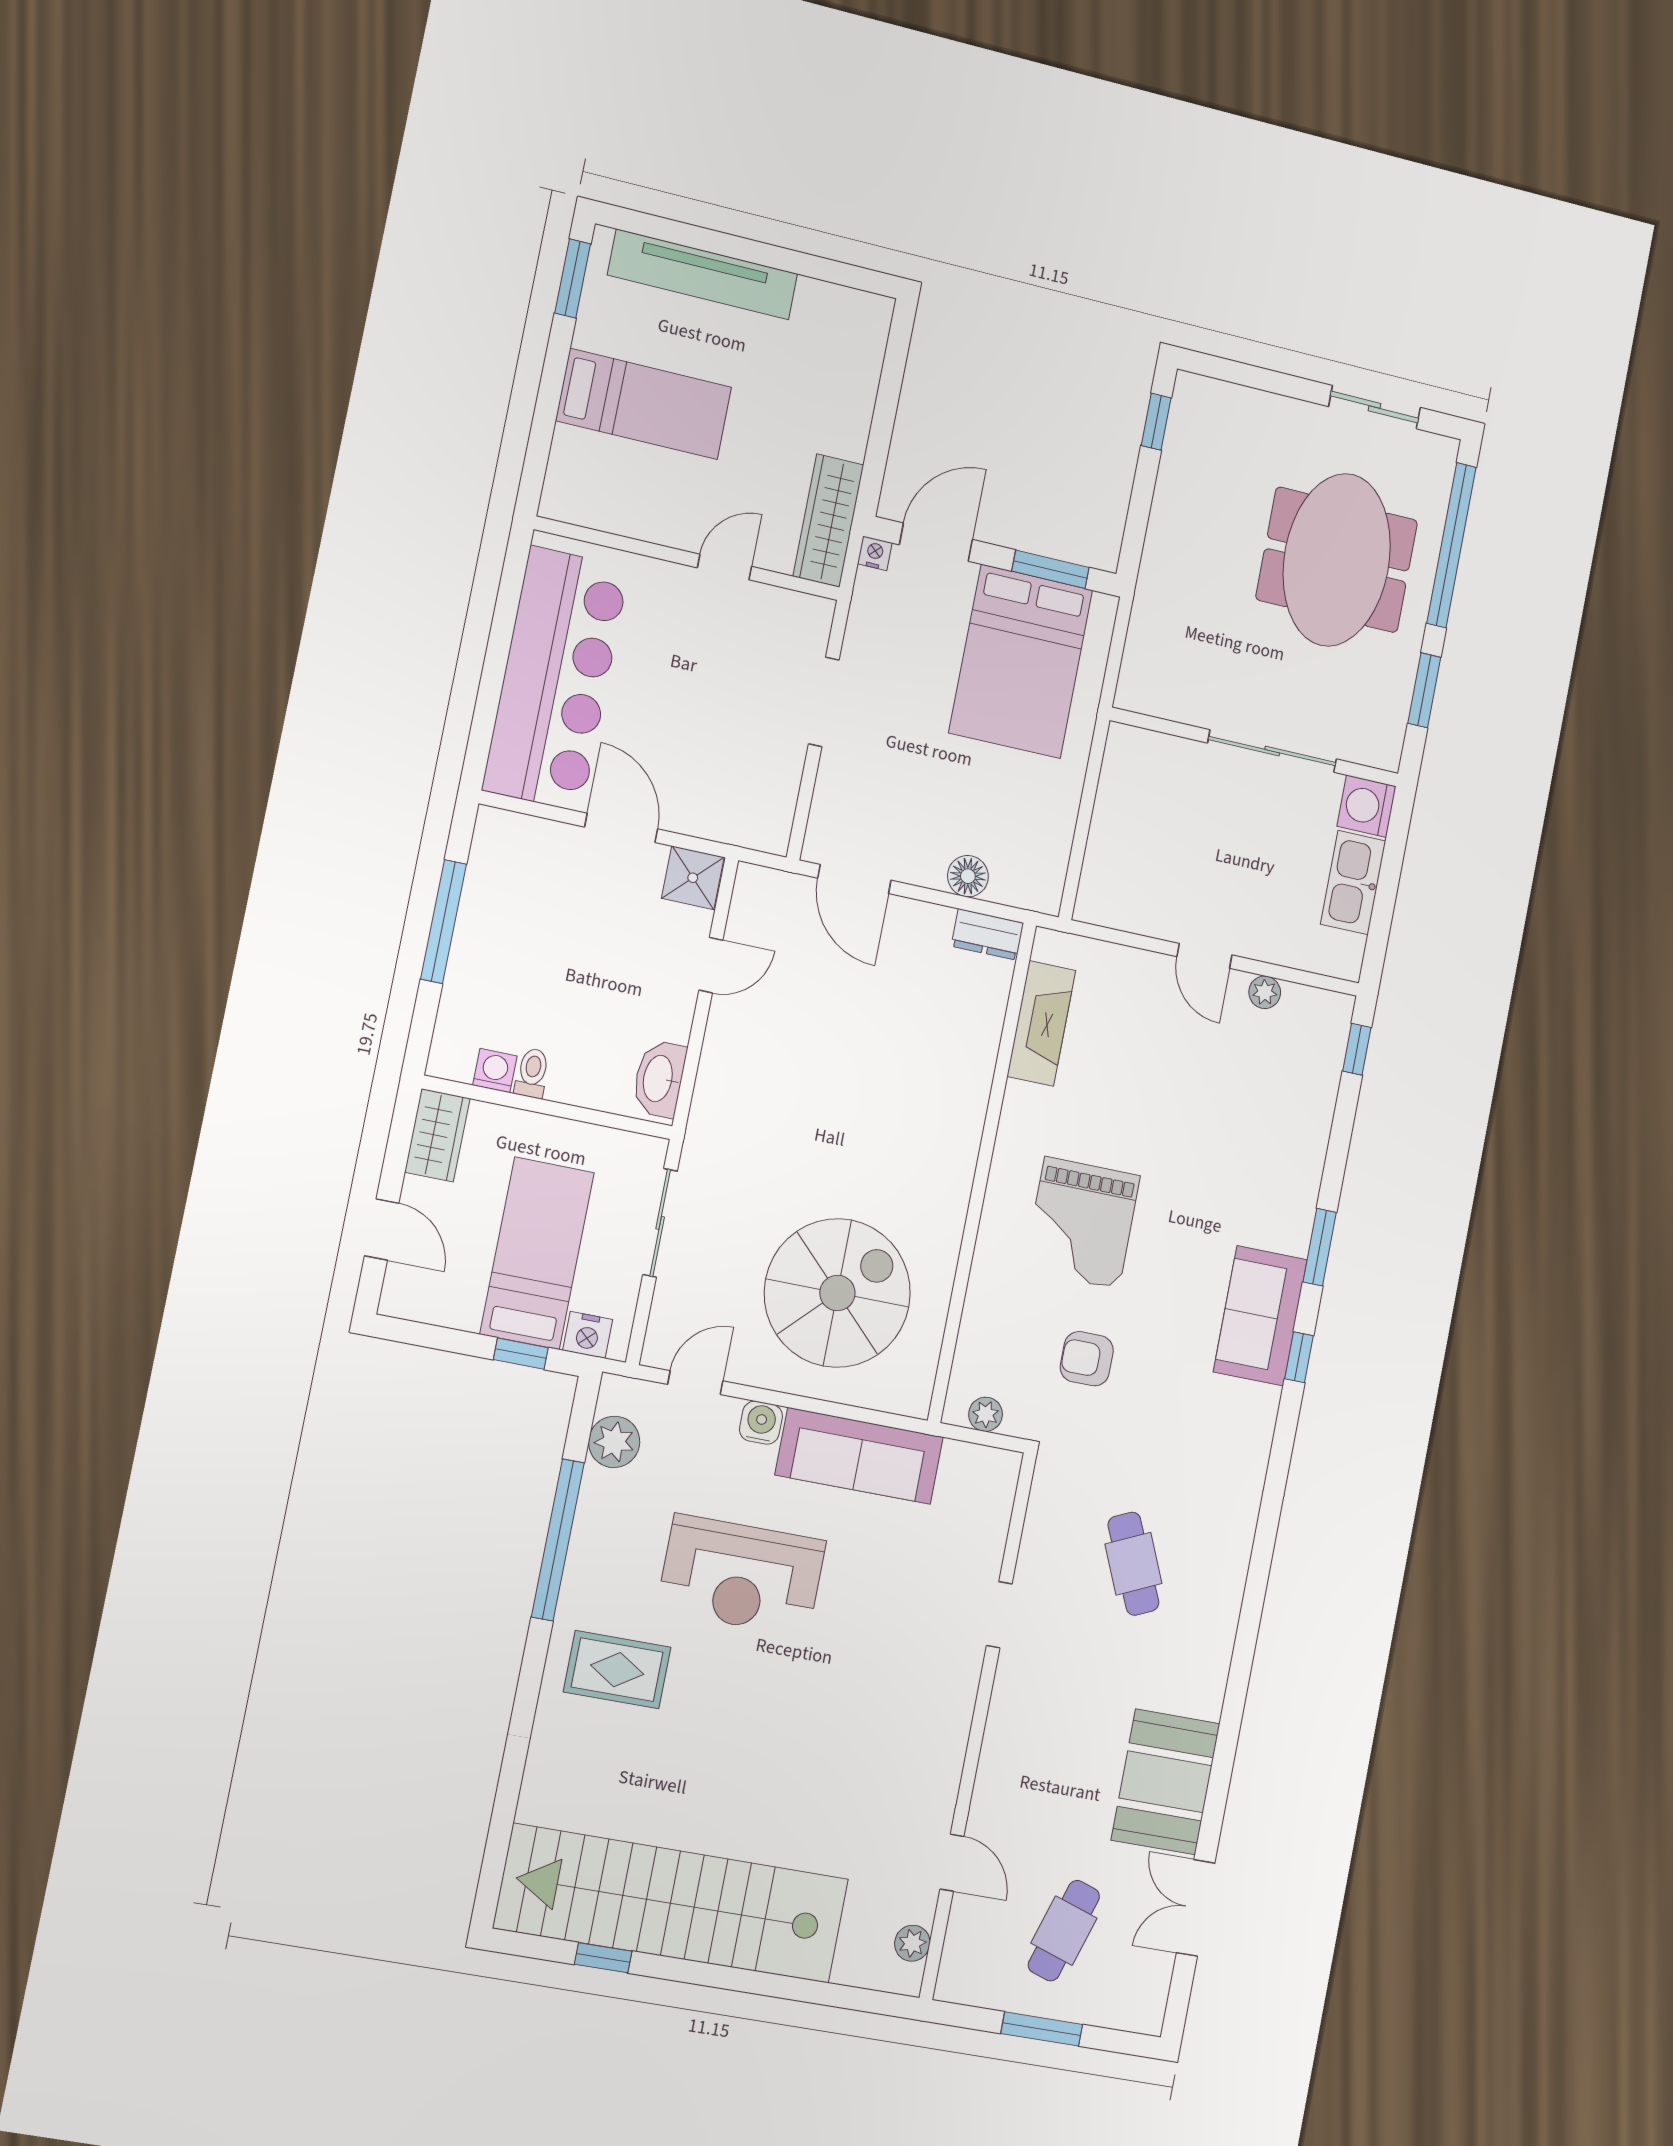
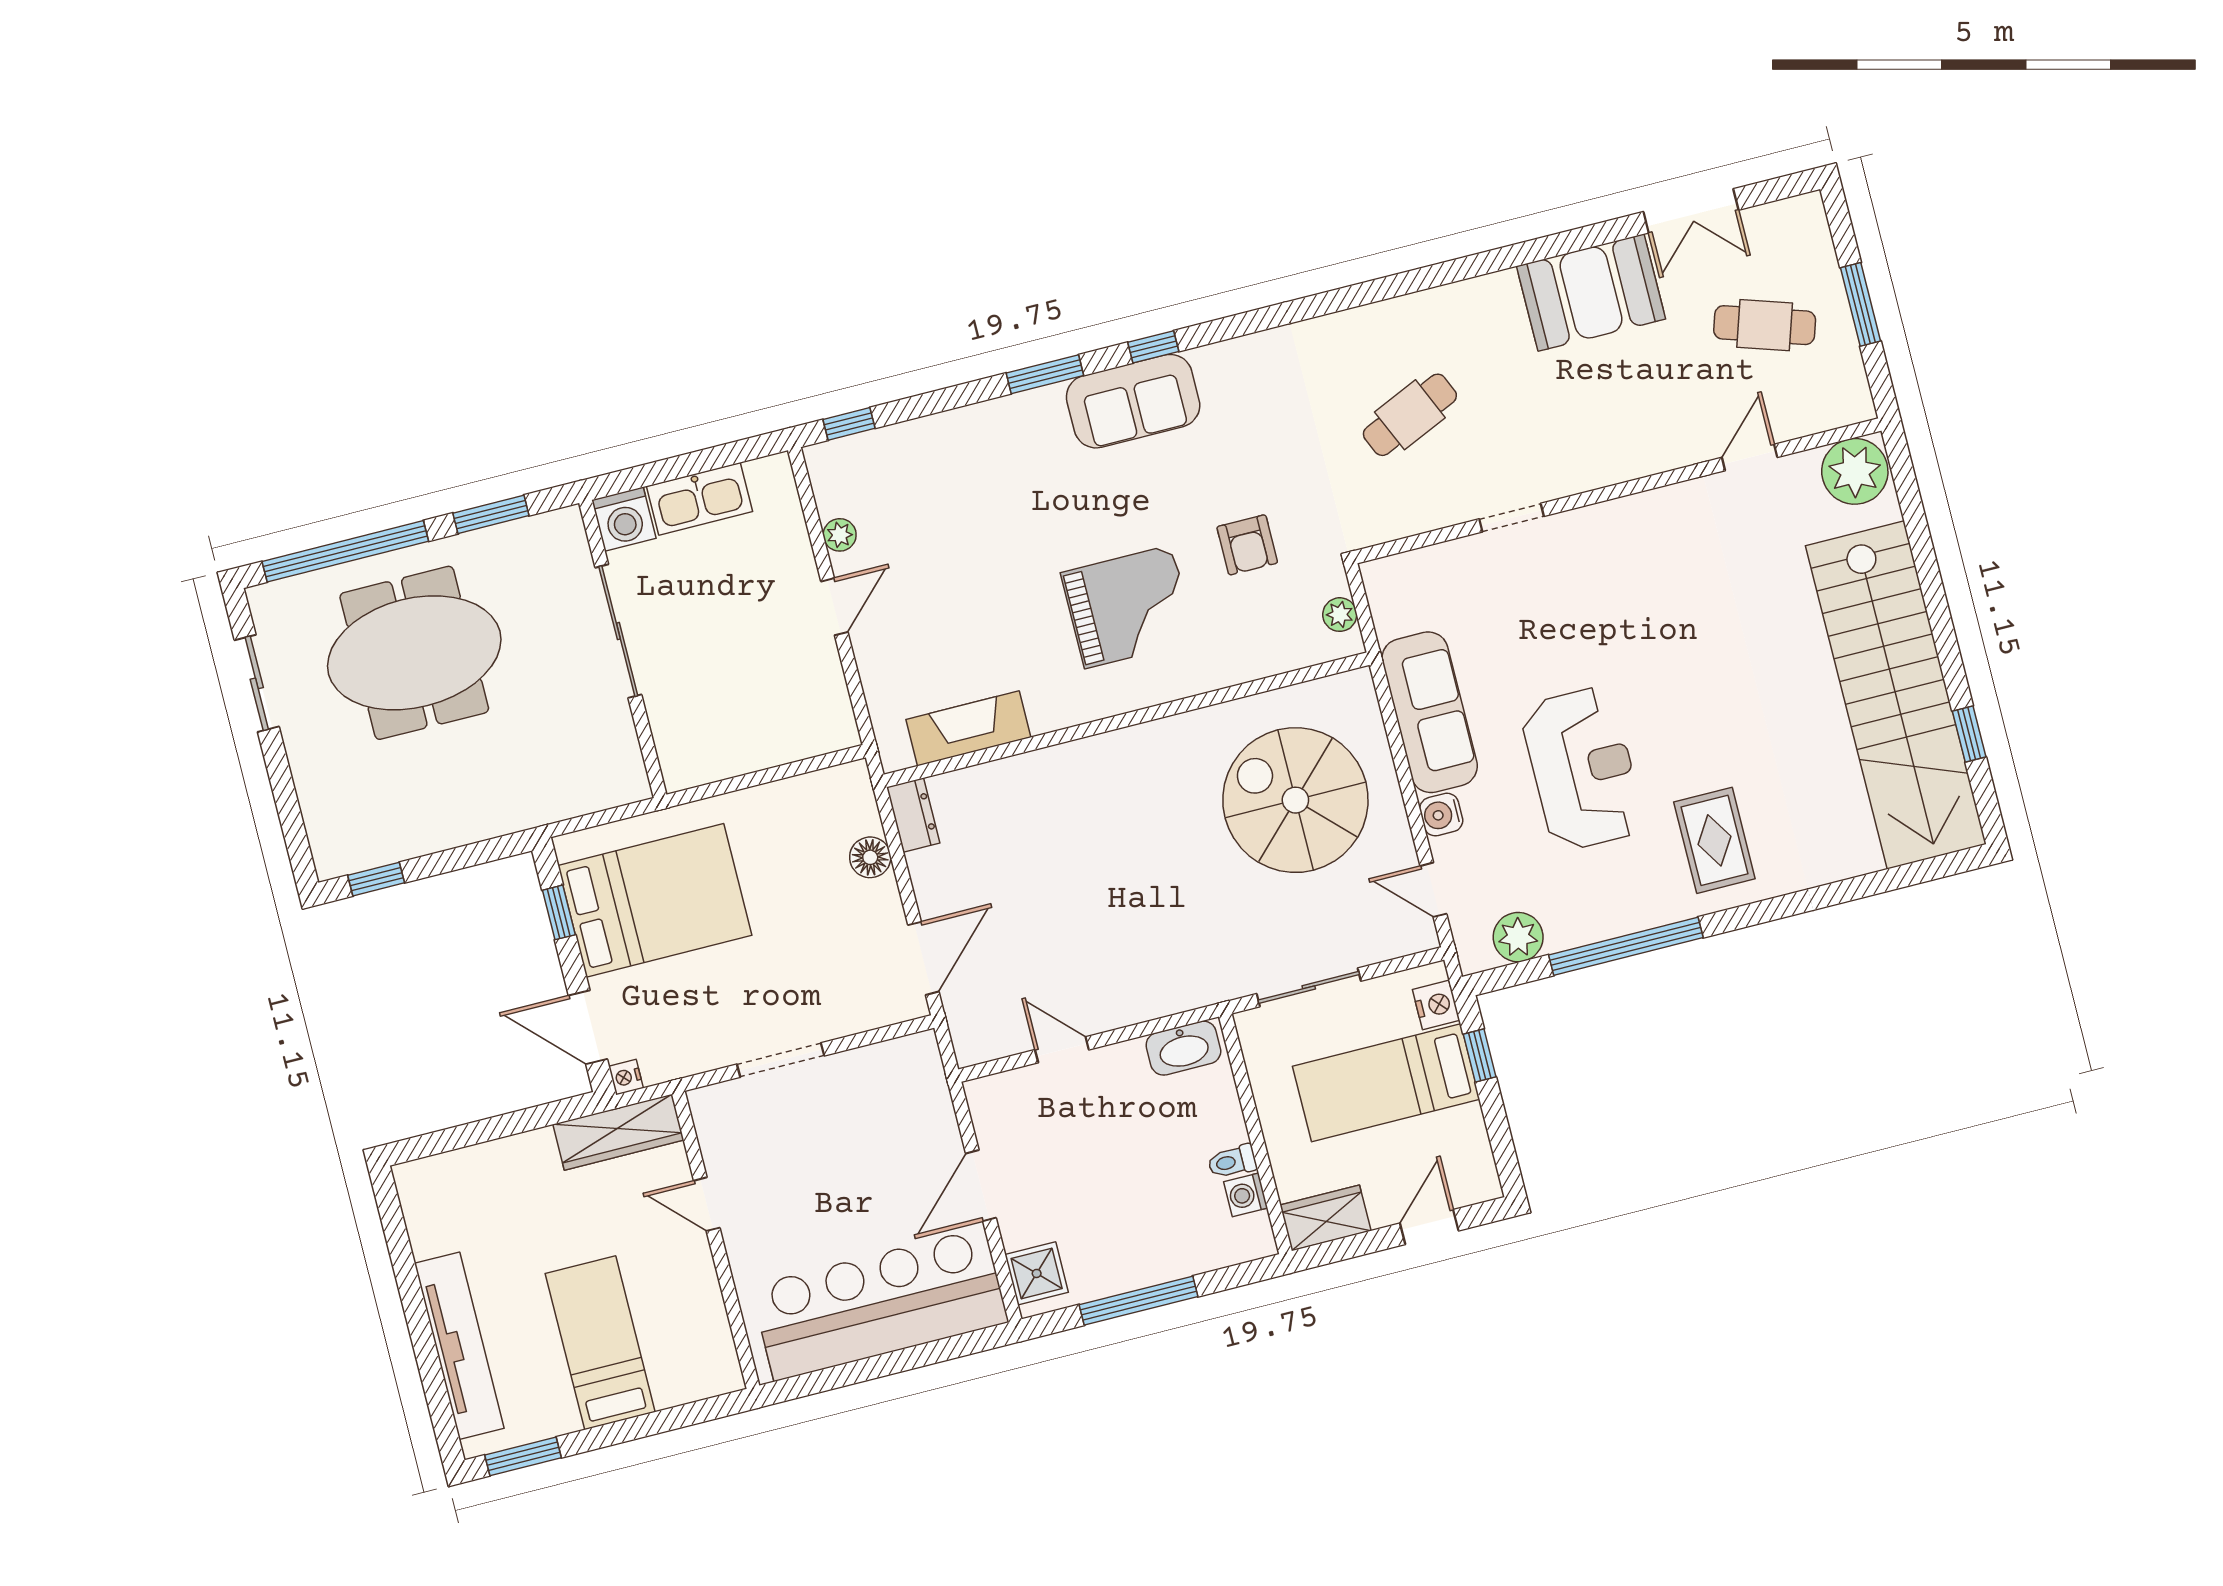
window: (1050, 569) -> (559, 912), width x0.67
shower: (693, 878) -> (1037, 1273), moved
plant: (912, 1943) -> (1855, 471), width x1.87, depth x1.87

